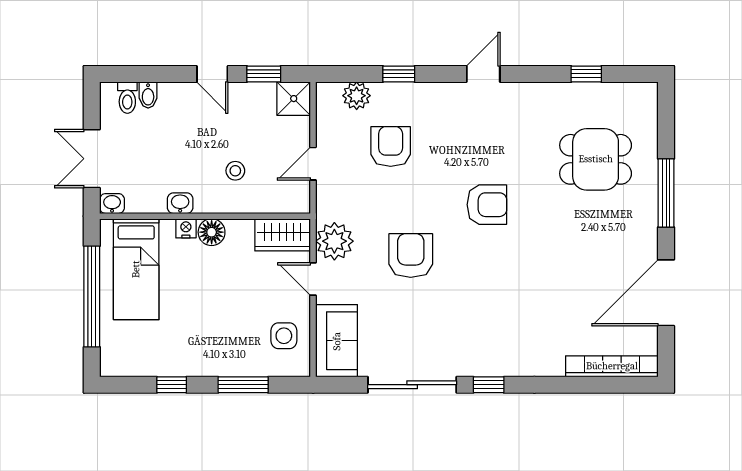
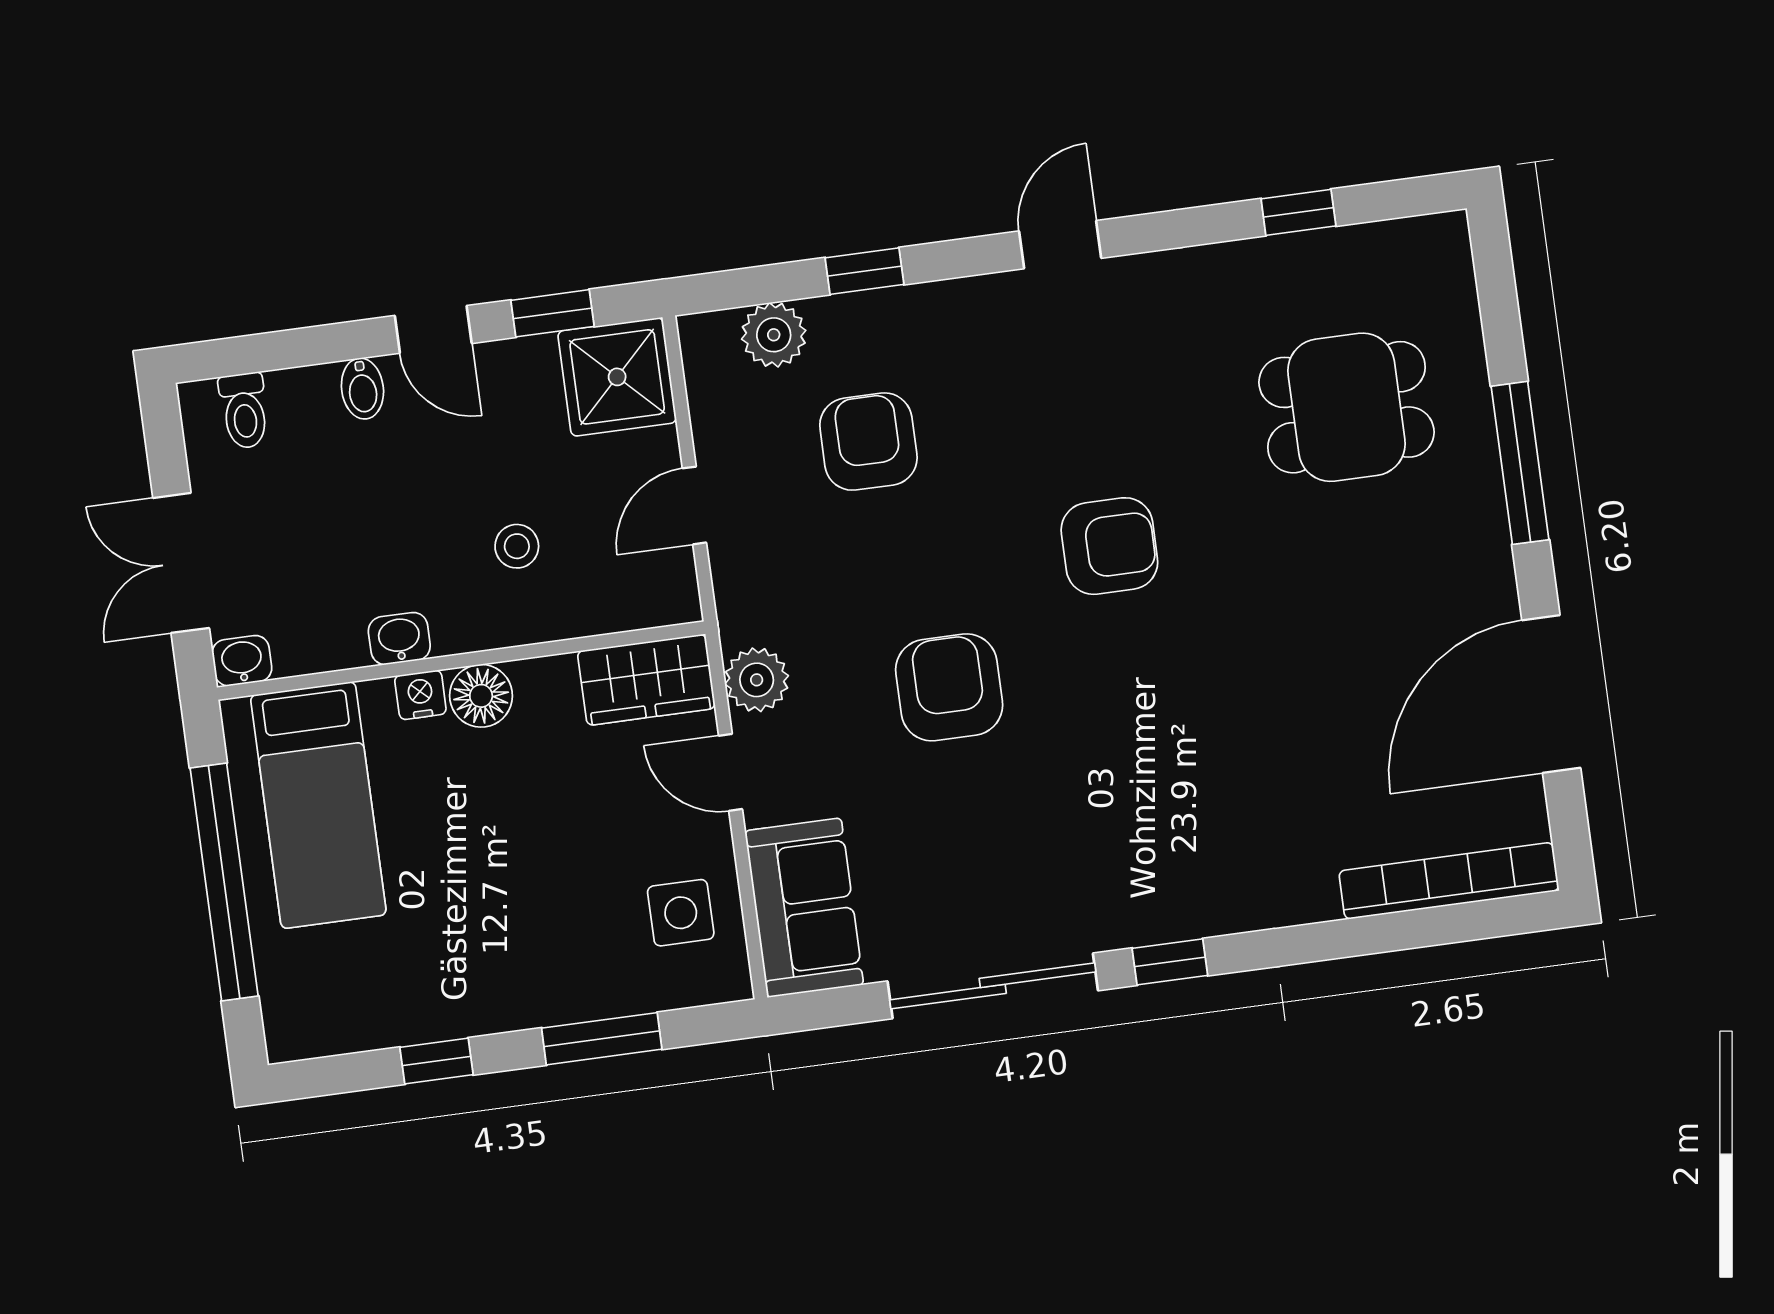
bidet: (148, 95) -> (362, 389), moved
shower: (294, 99) -> (617, 377), width x1.36, depth x1.36
plant: (334, 241) -> (757, 680), width x0.73, depth x0.73

